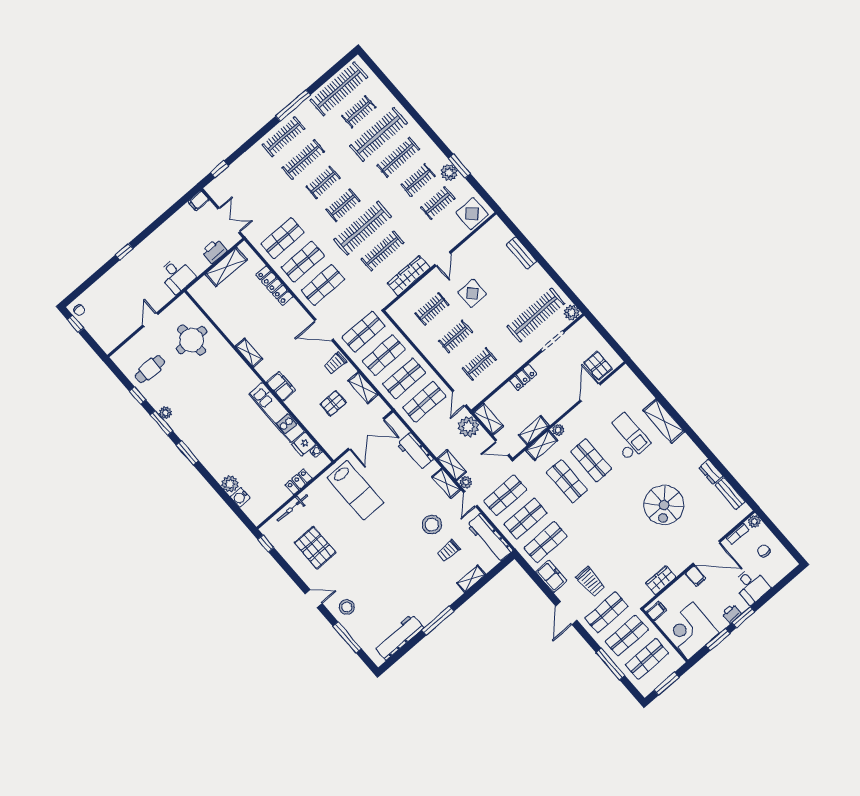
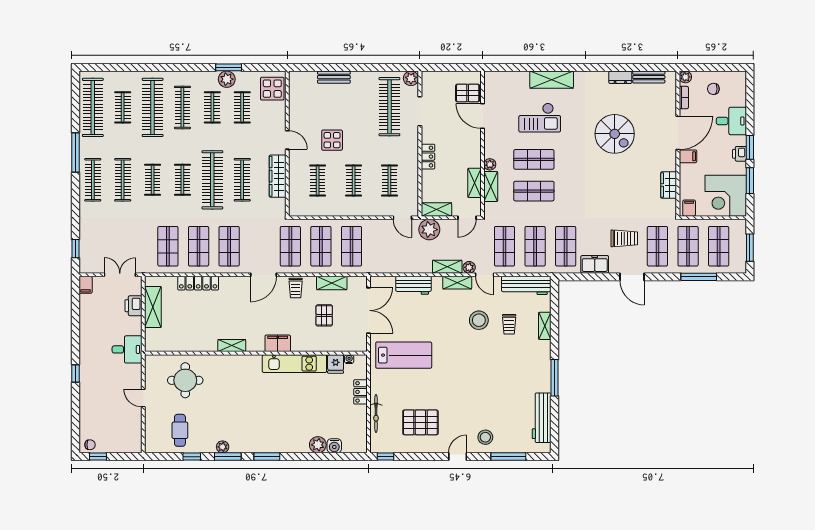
shop shelf: (424, 402) -> (382, 246), removed
checkout: (627, 437) -> (540, 118), turned 180

